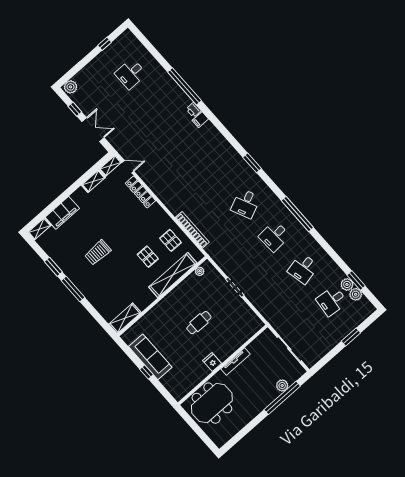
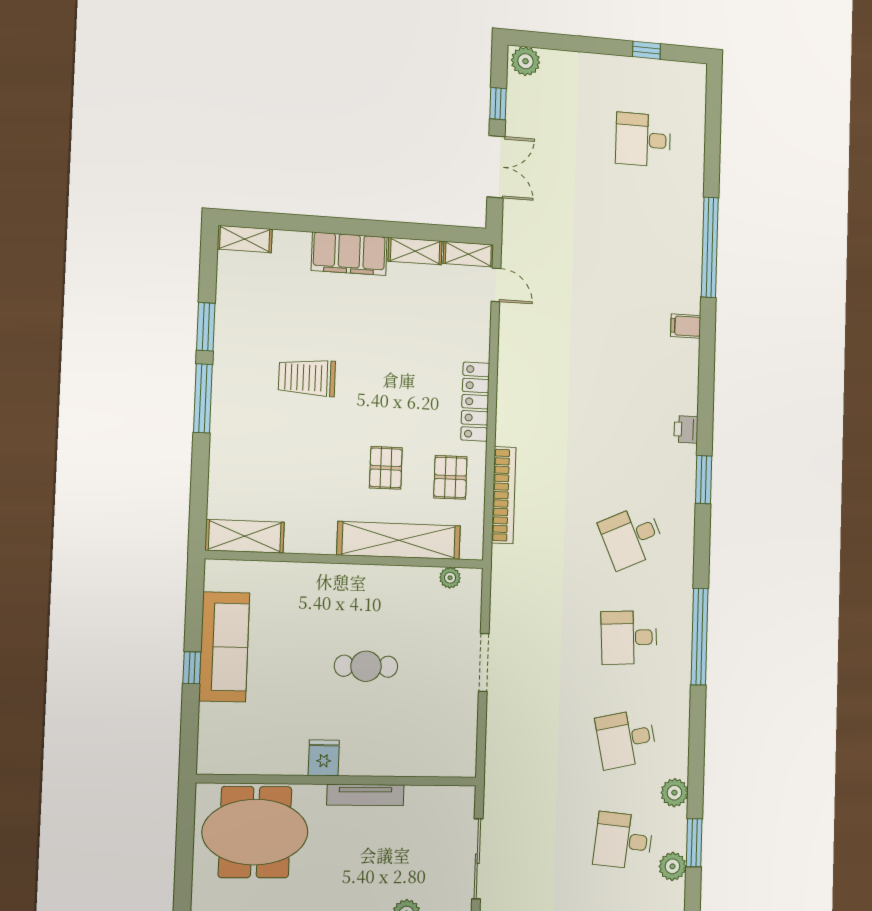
printer: (194, 110) -> (686, 429), moved
locker: (140, 192) -> (475, 402), moved
filing cabinet: (62, 213) -> (349, 254), moved
plant: (347, 284) -> (674, 793), moved

